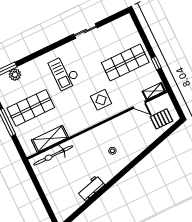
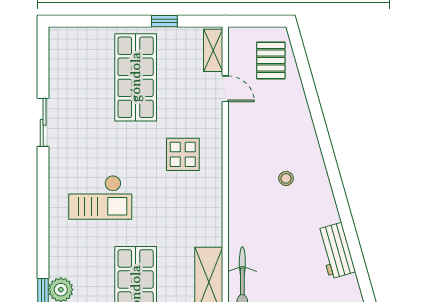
door: (139, 105) -> (225, 89), hinge flipped

